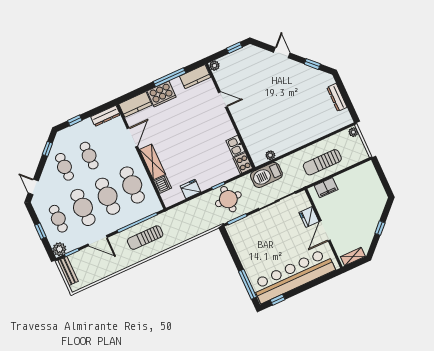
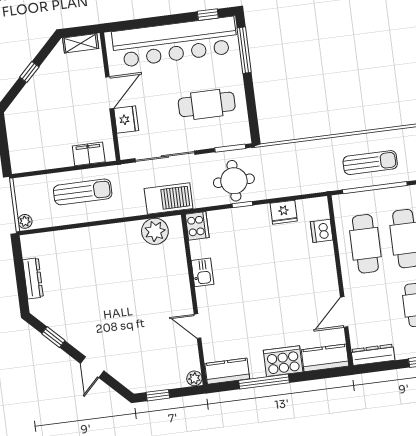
kitchen sink: (235, 146) -> (203, 272), moved
plant: (270, 155) -> (155, 231), width x1.88, depth x1.88
shelving: (152, 162) -> (326, 268), removed
cafe table: (261, 242) -> (207, 104), added

